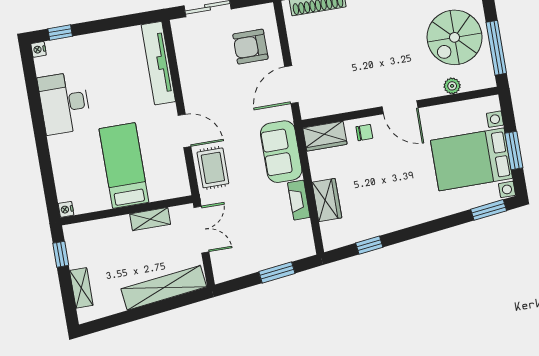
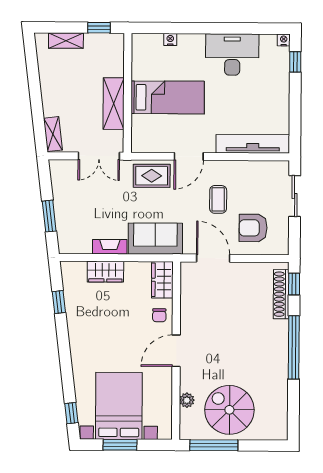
armchair: (250, 47) -> (253, 228), turned -90
coffee table: (226, 90) -> (218, 199), added
nightstand: (66, 209) -> (170, 39), moved
window: (489, 210) -> (71, 413), width x0.67
shelving: (150, 219) -> (114, 104), width x1.50, depth x1.33
shelving: (164, 288) -> (53, 134), width x0.45, depth x0.75

